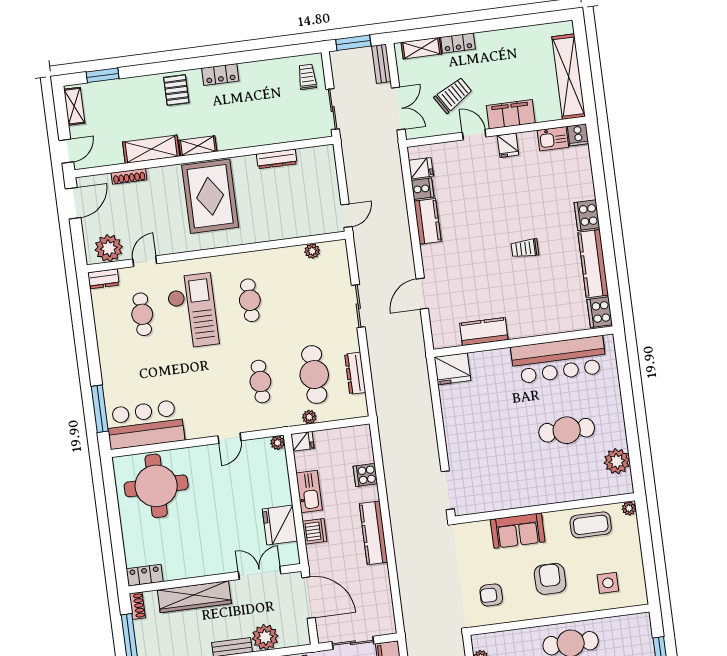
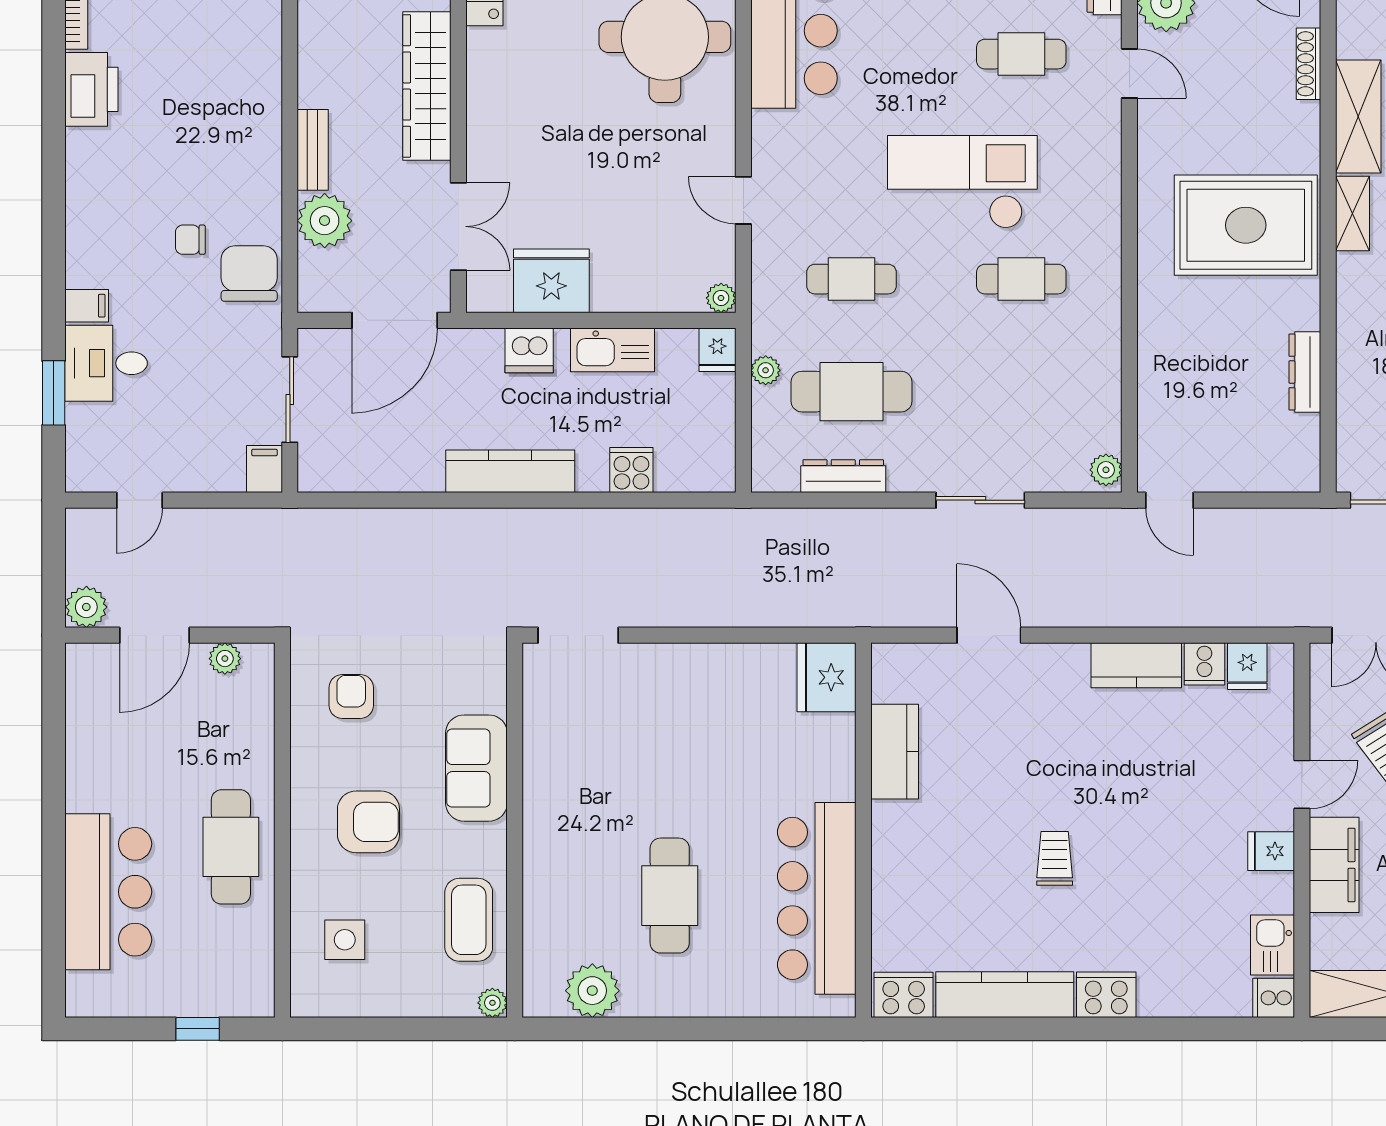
plant: (312, 251) -> (1106, 470), moved
checkout: (192, 311) -> (962, 182), moved, turned 180

